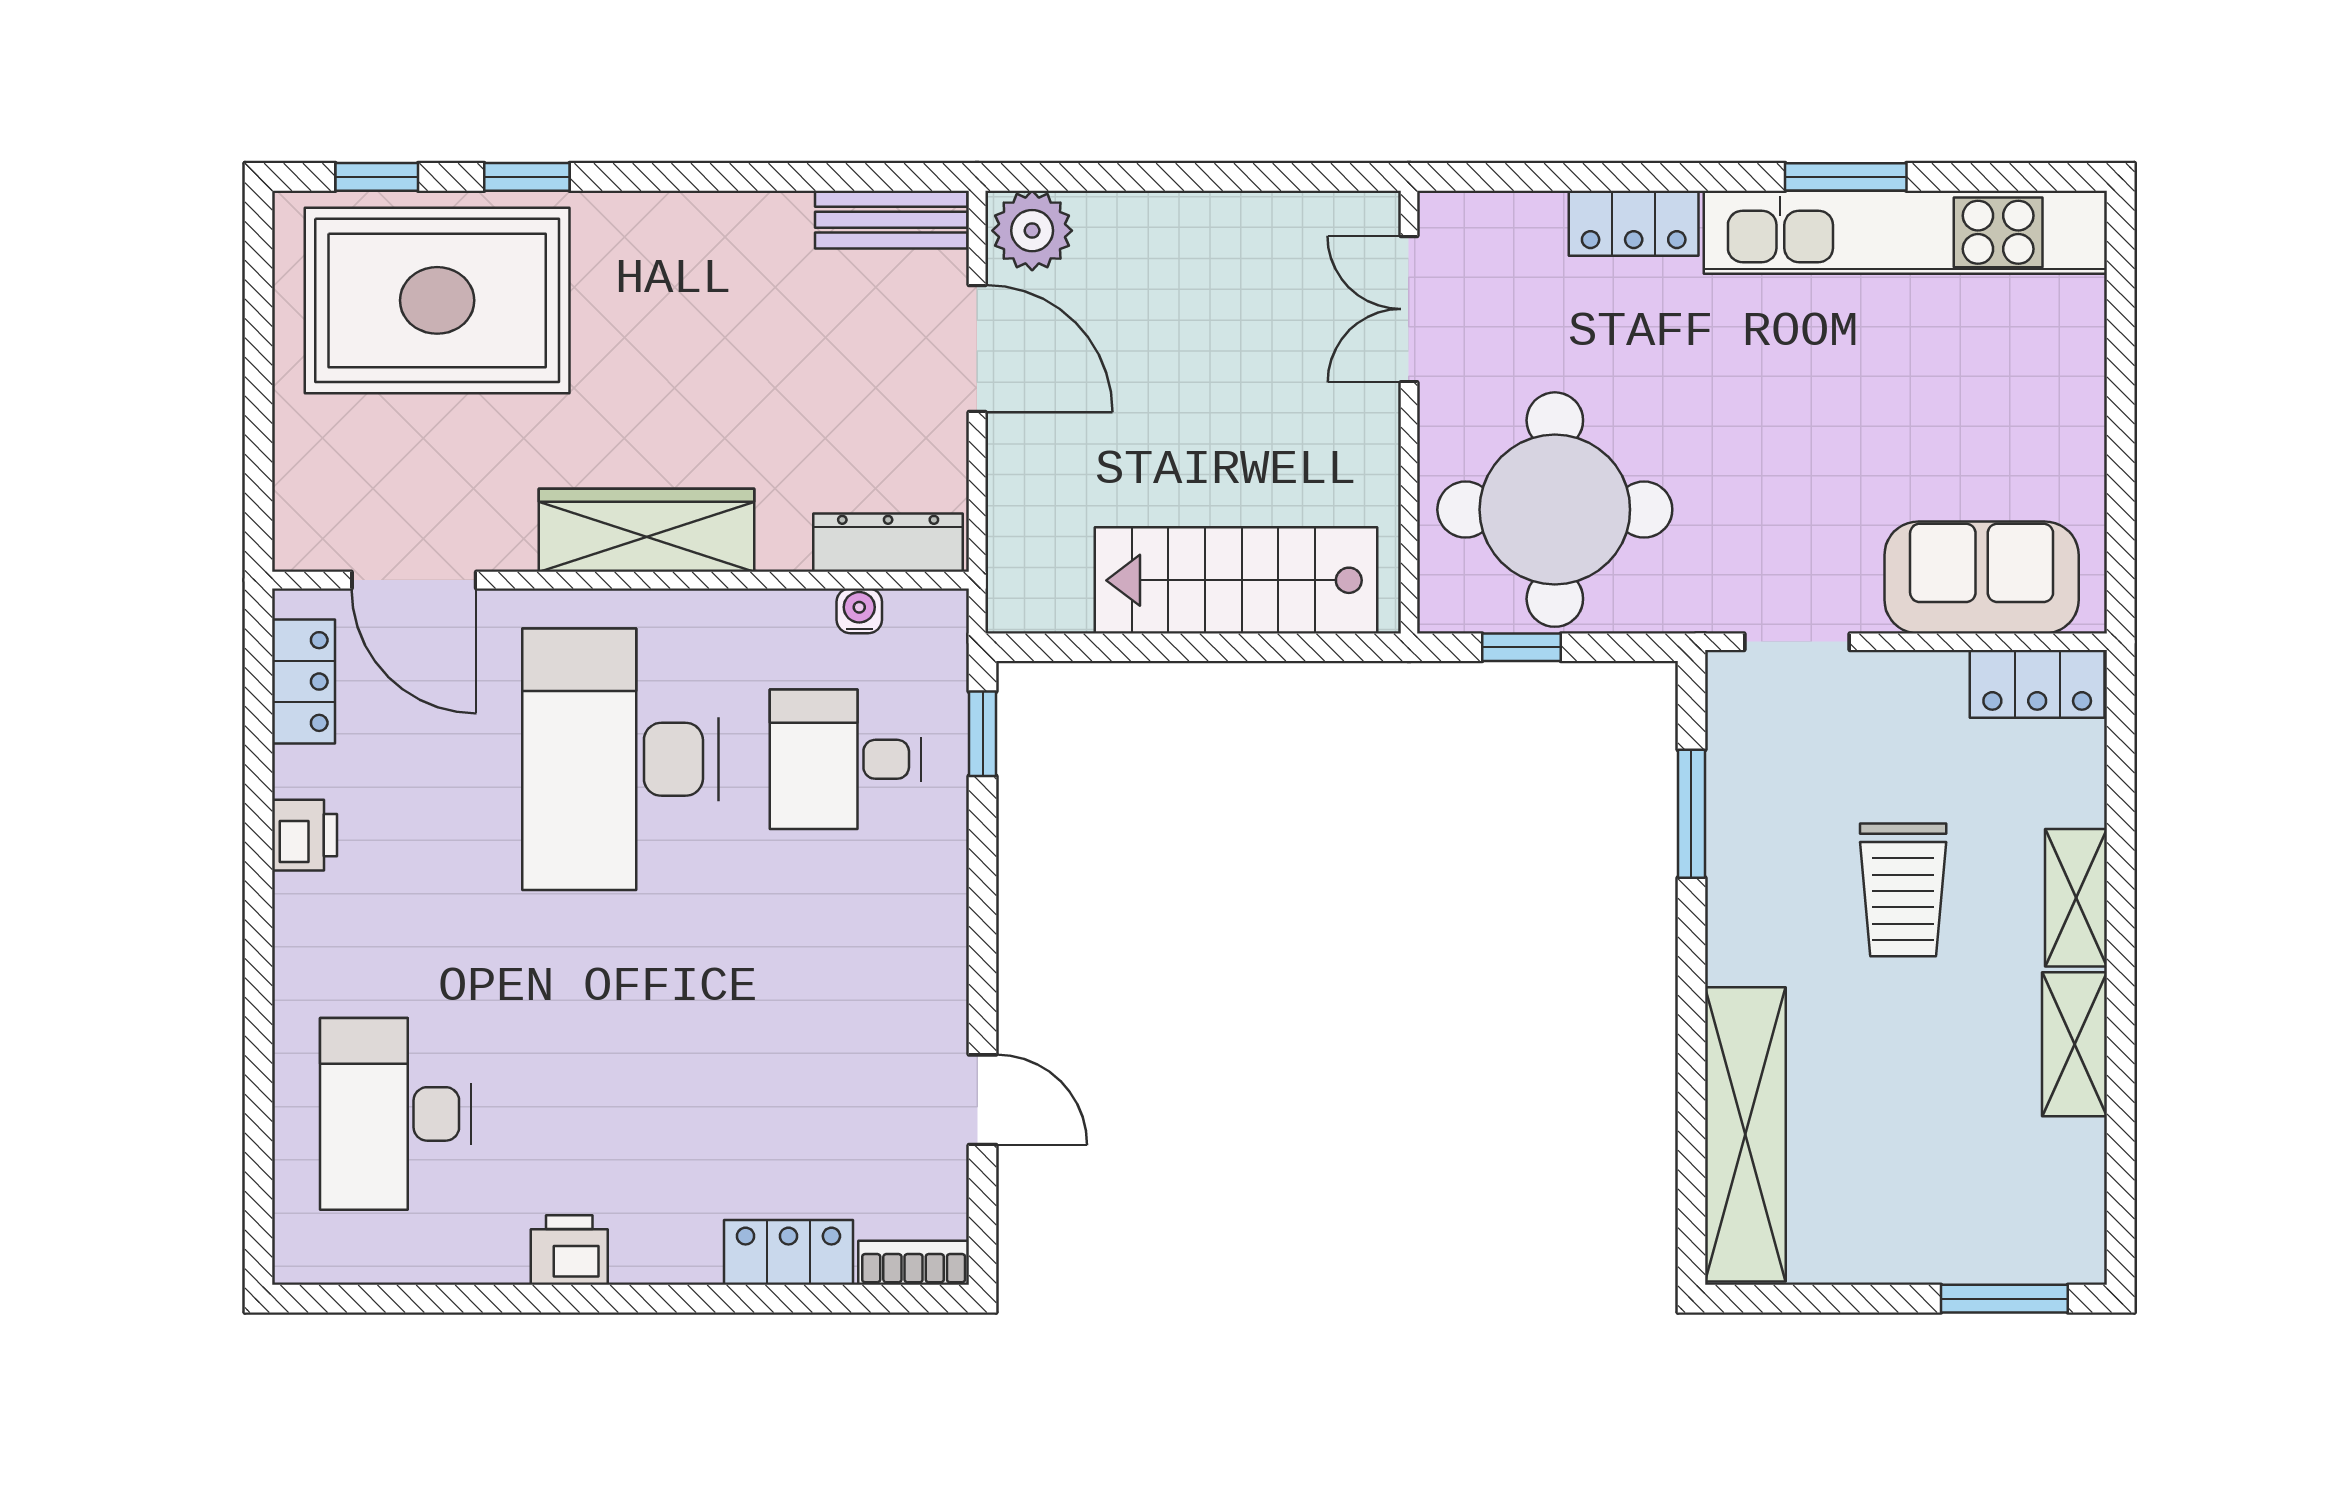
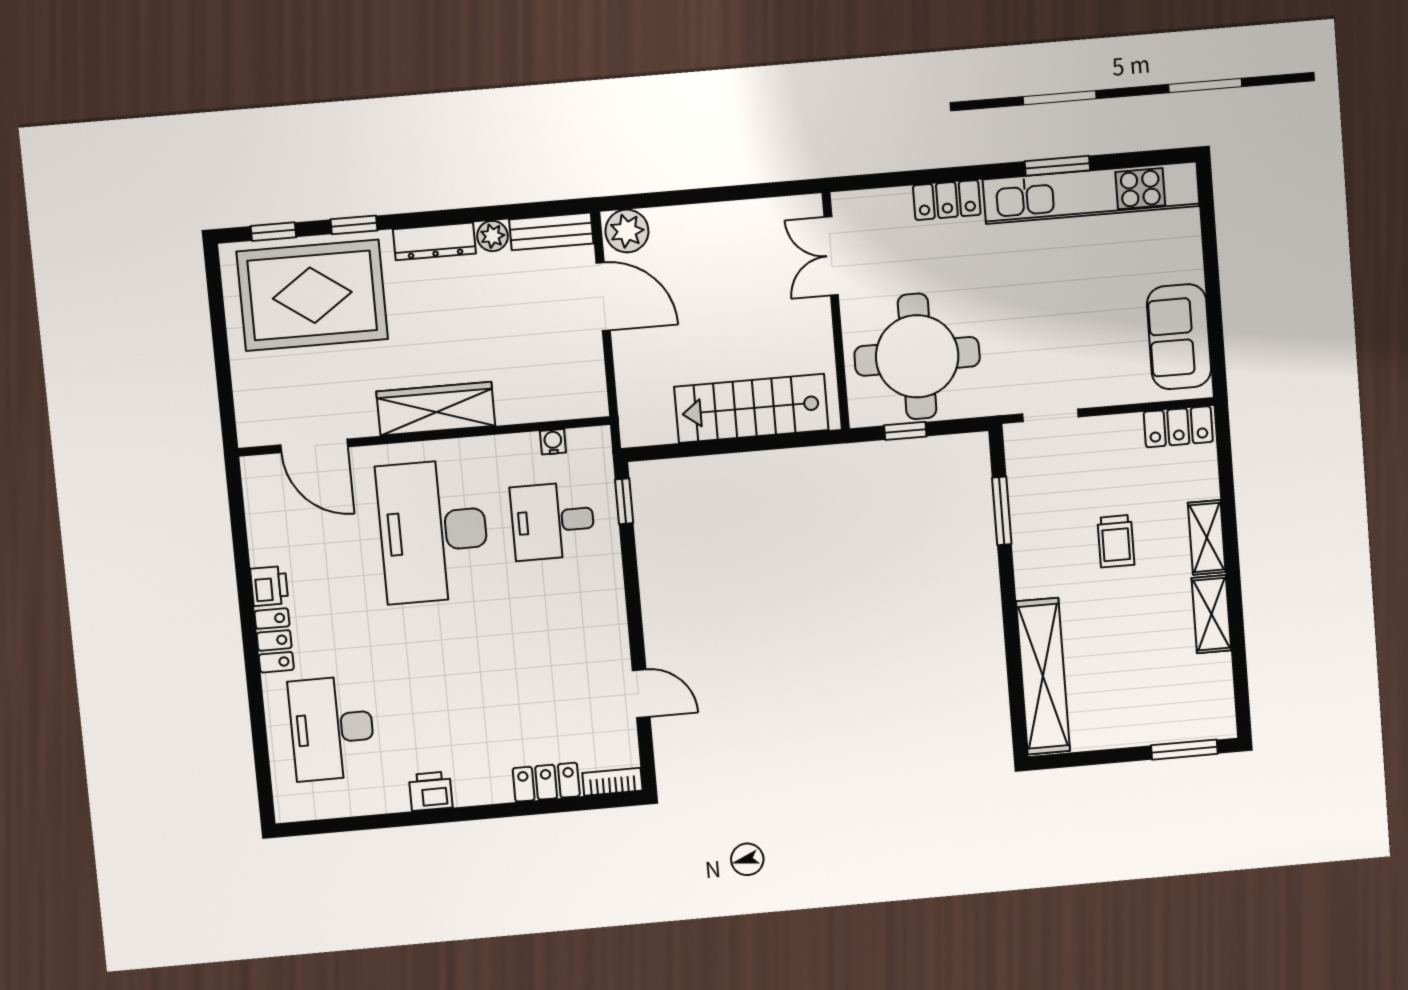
plant: (781, 219) -> (492, 236), added
dresser: (888, 543) -> (434, 241), moved, turned 180
sofa: (1982, 577) -> (1179, 337), moved, turned -90
locker: (304, 682) -> (274, 640), moved
trolley: (1903, 890) -> (1116, 541), width x0.73, depth x0.72

